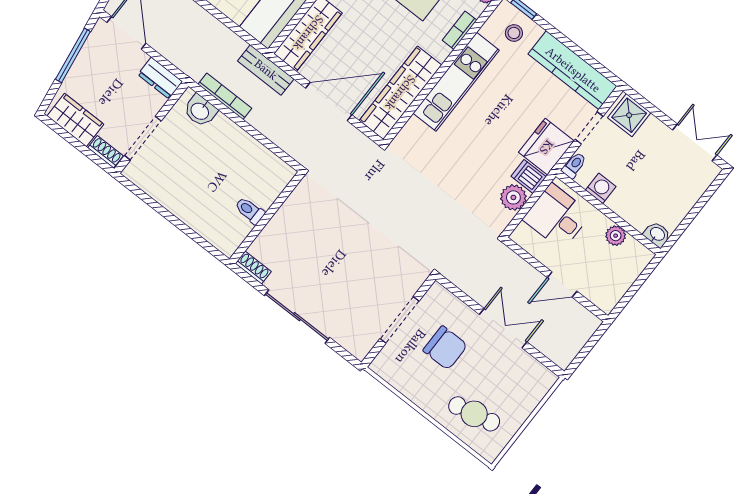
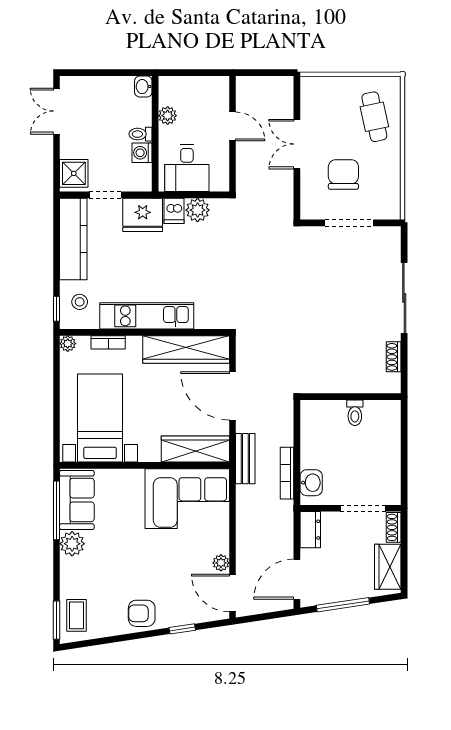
toilet: (574, 165) -> (141, 134), moved
toilet: (250, 211) -> (355, 413), moved
wall: (267, 218) -> (351, 397), moved

